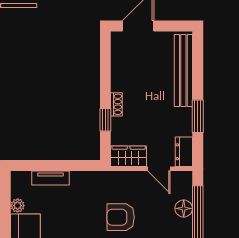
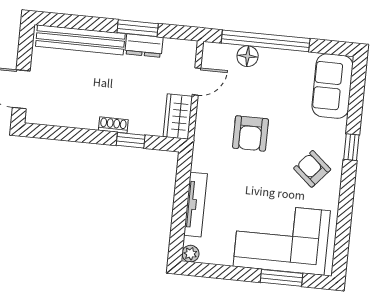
dresser: (184, 152) -> (144, 46), moved
tv unit: (50, 178) -> (195, 205), width x1.41
plant: (18, 206) -> (190, 254), moved

